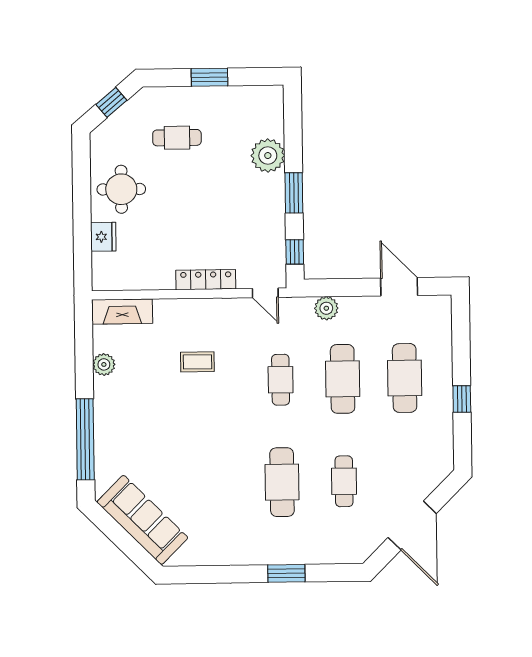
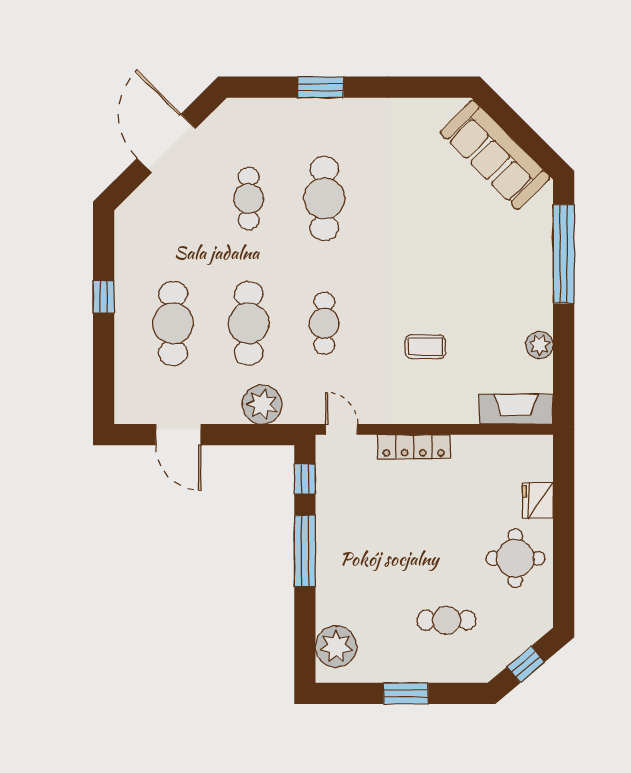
plant: (268, 156) -> (336, 647), moved
window: (294, 193) -> (305, 551), width x1.44
plant: (326, 308) -> (262, 404), width x1.36, depth x1.36

